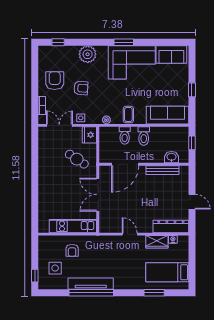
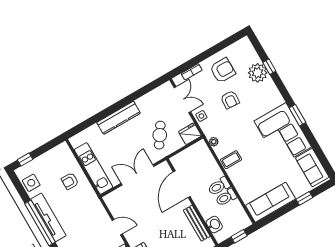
window: (58, 42) -> (269, 67), moved
plant: (88, 54) -> (258, 73), moved
window: (192, 90) -> (304, 198), moved
sofa: (167, 115) -> (271, 202), moved, turned -90
toilet: (125, 135) -> (226, 197), moved
door: (125, 164) -> (182, 184), hinge flipped
kitchen counter: (45, 184) -> (119, 118), added
door: (130, 234) -> (117, 227), hinge flipped
side table: (55, 268) -> (31, 183), moved

